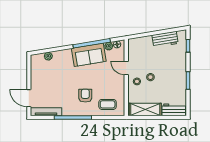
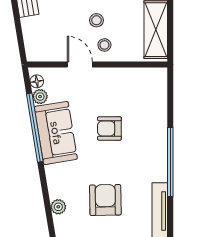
door: (126, 68) -> (80, 64), swing flipped
armchair: (52, 82) -> (105, 200), added
armchair: (85, 96) -> (109, 129), moved
coffee table: (108, 104) -> (146, 99), removed

